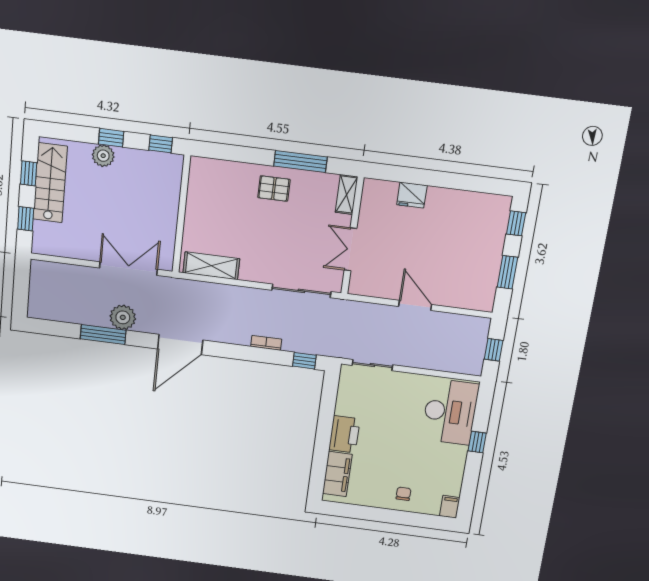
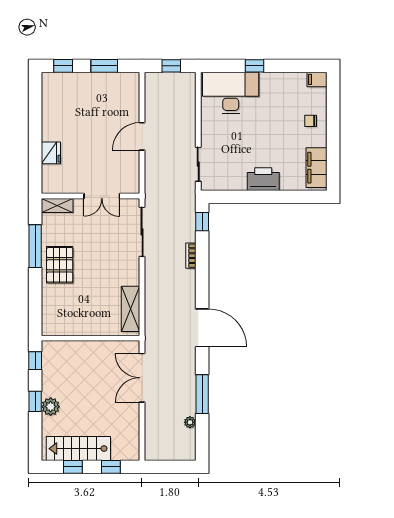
pallet: (274, 189) -> (60, 265), width x1.50, depth x1.42
plant: (123, 317) -> (190, 422), moved, width x0.53, depth x0.53
filing cabinet: (337, 474) -> (317, 168), moved, turned -90

